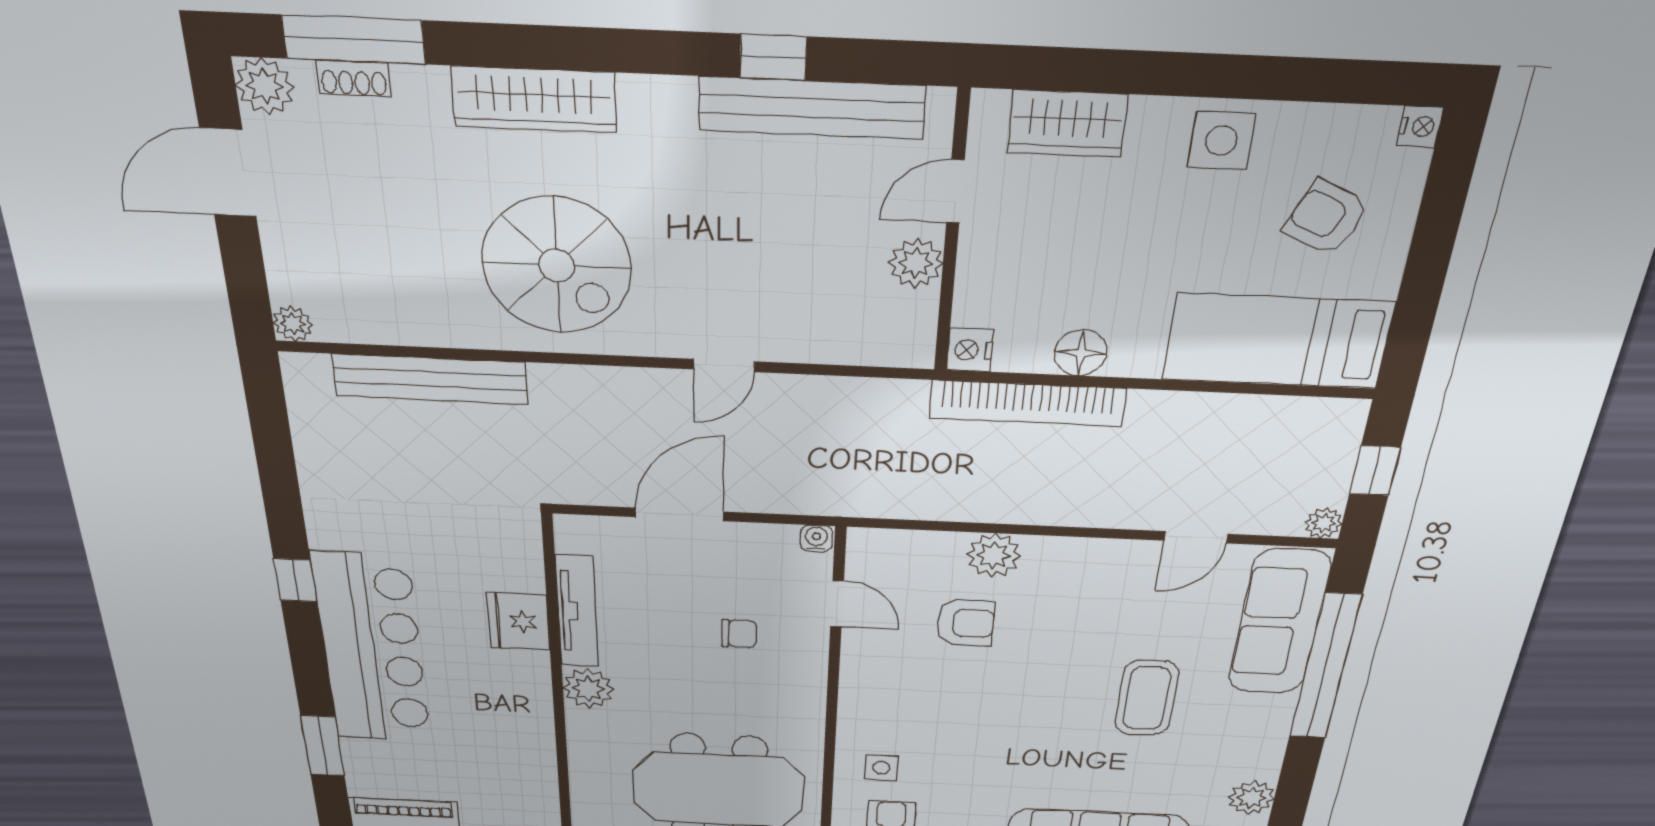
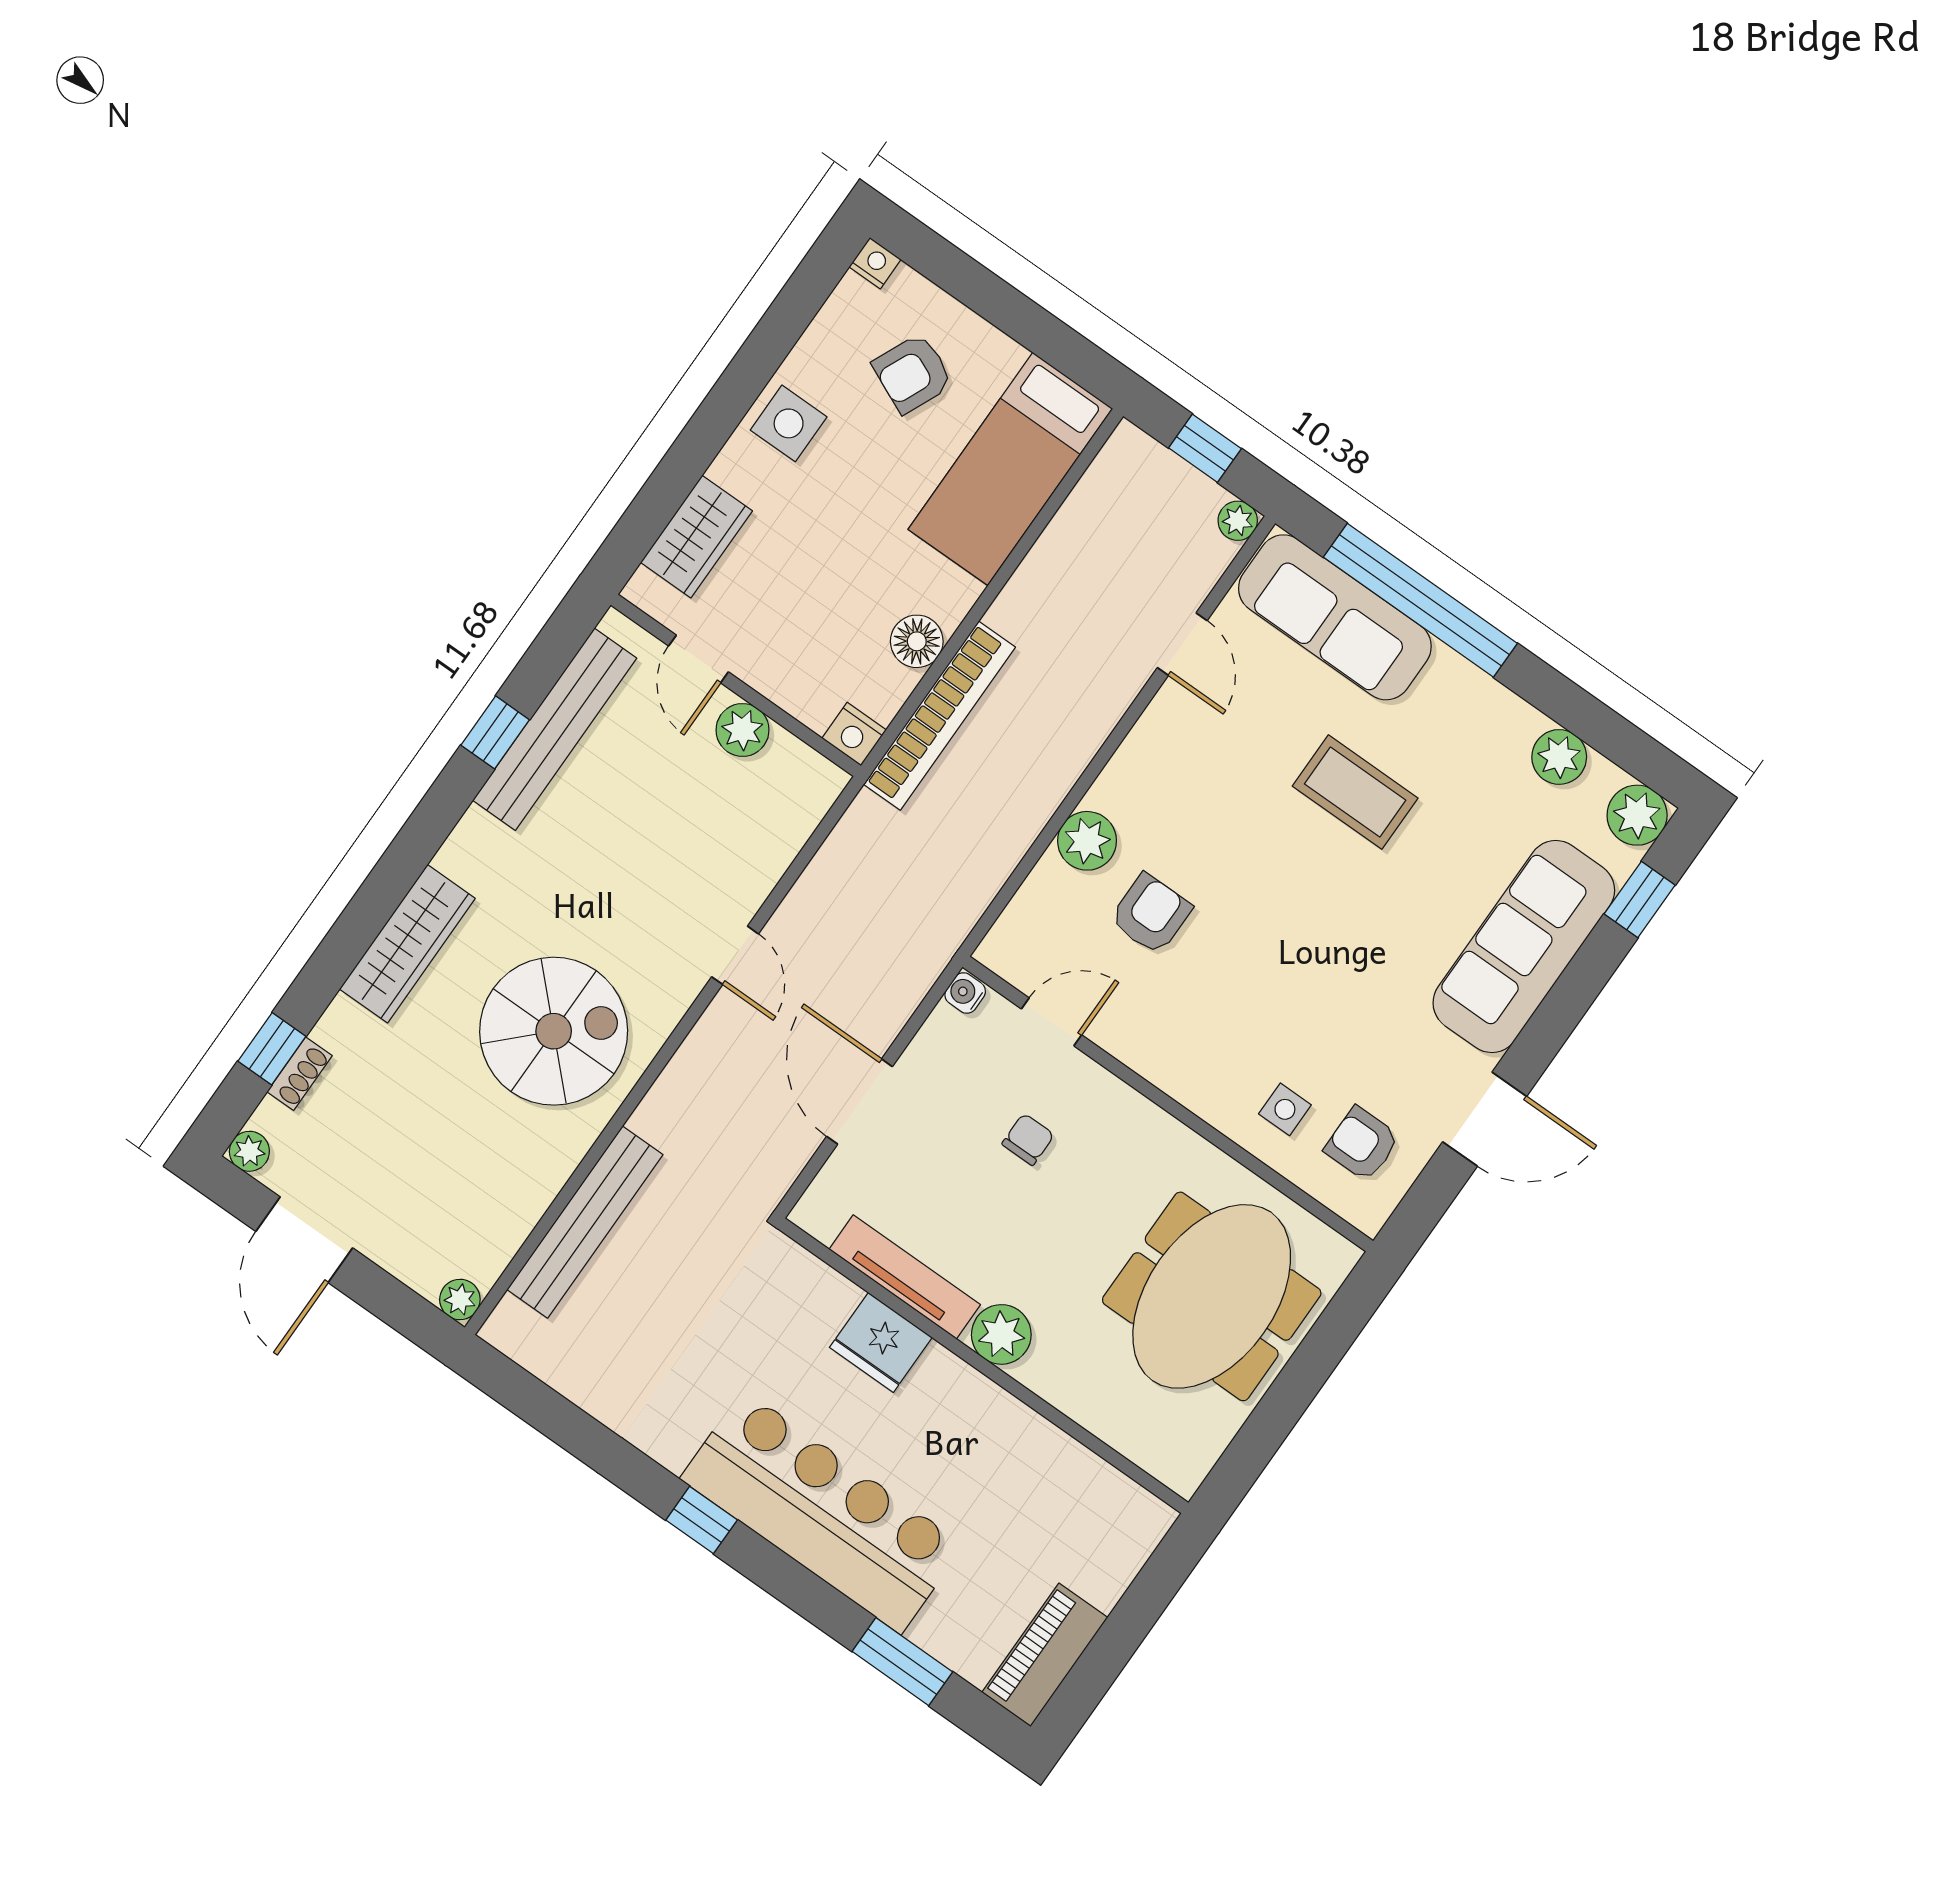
window: (354, 40) -> (272, 1049), width x0.46
plant: (265, 86) -> (249, 1151), width x0.73, depth x0.73

